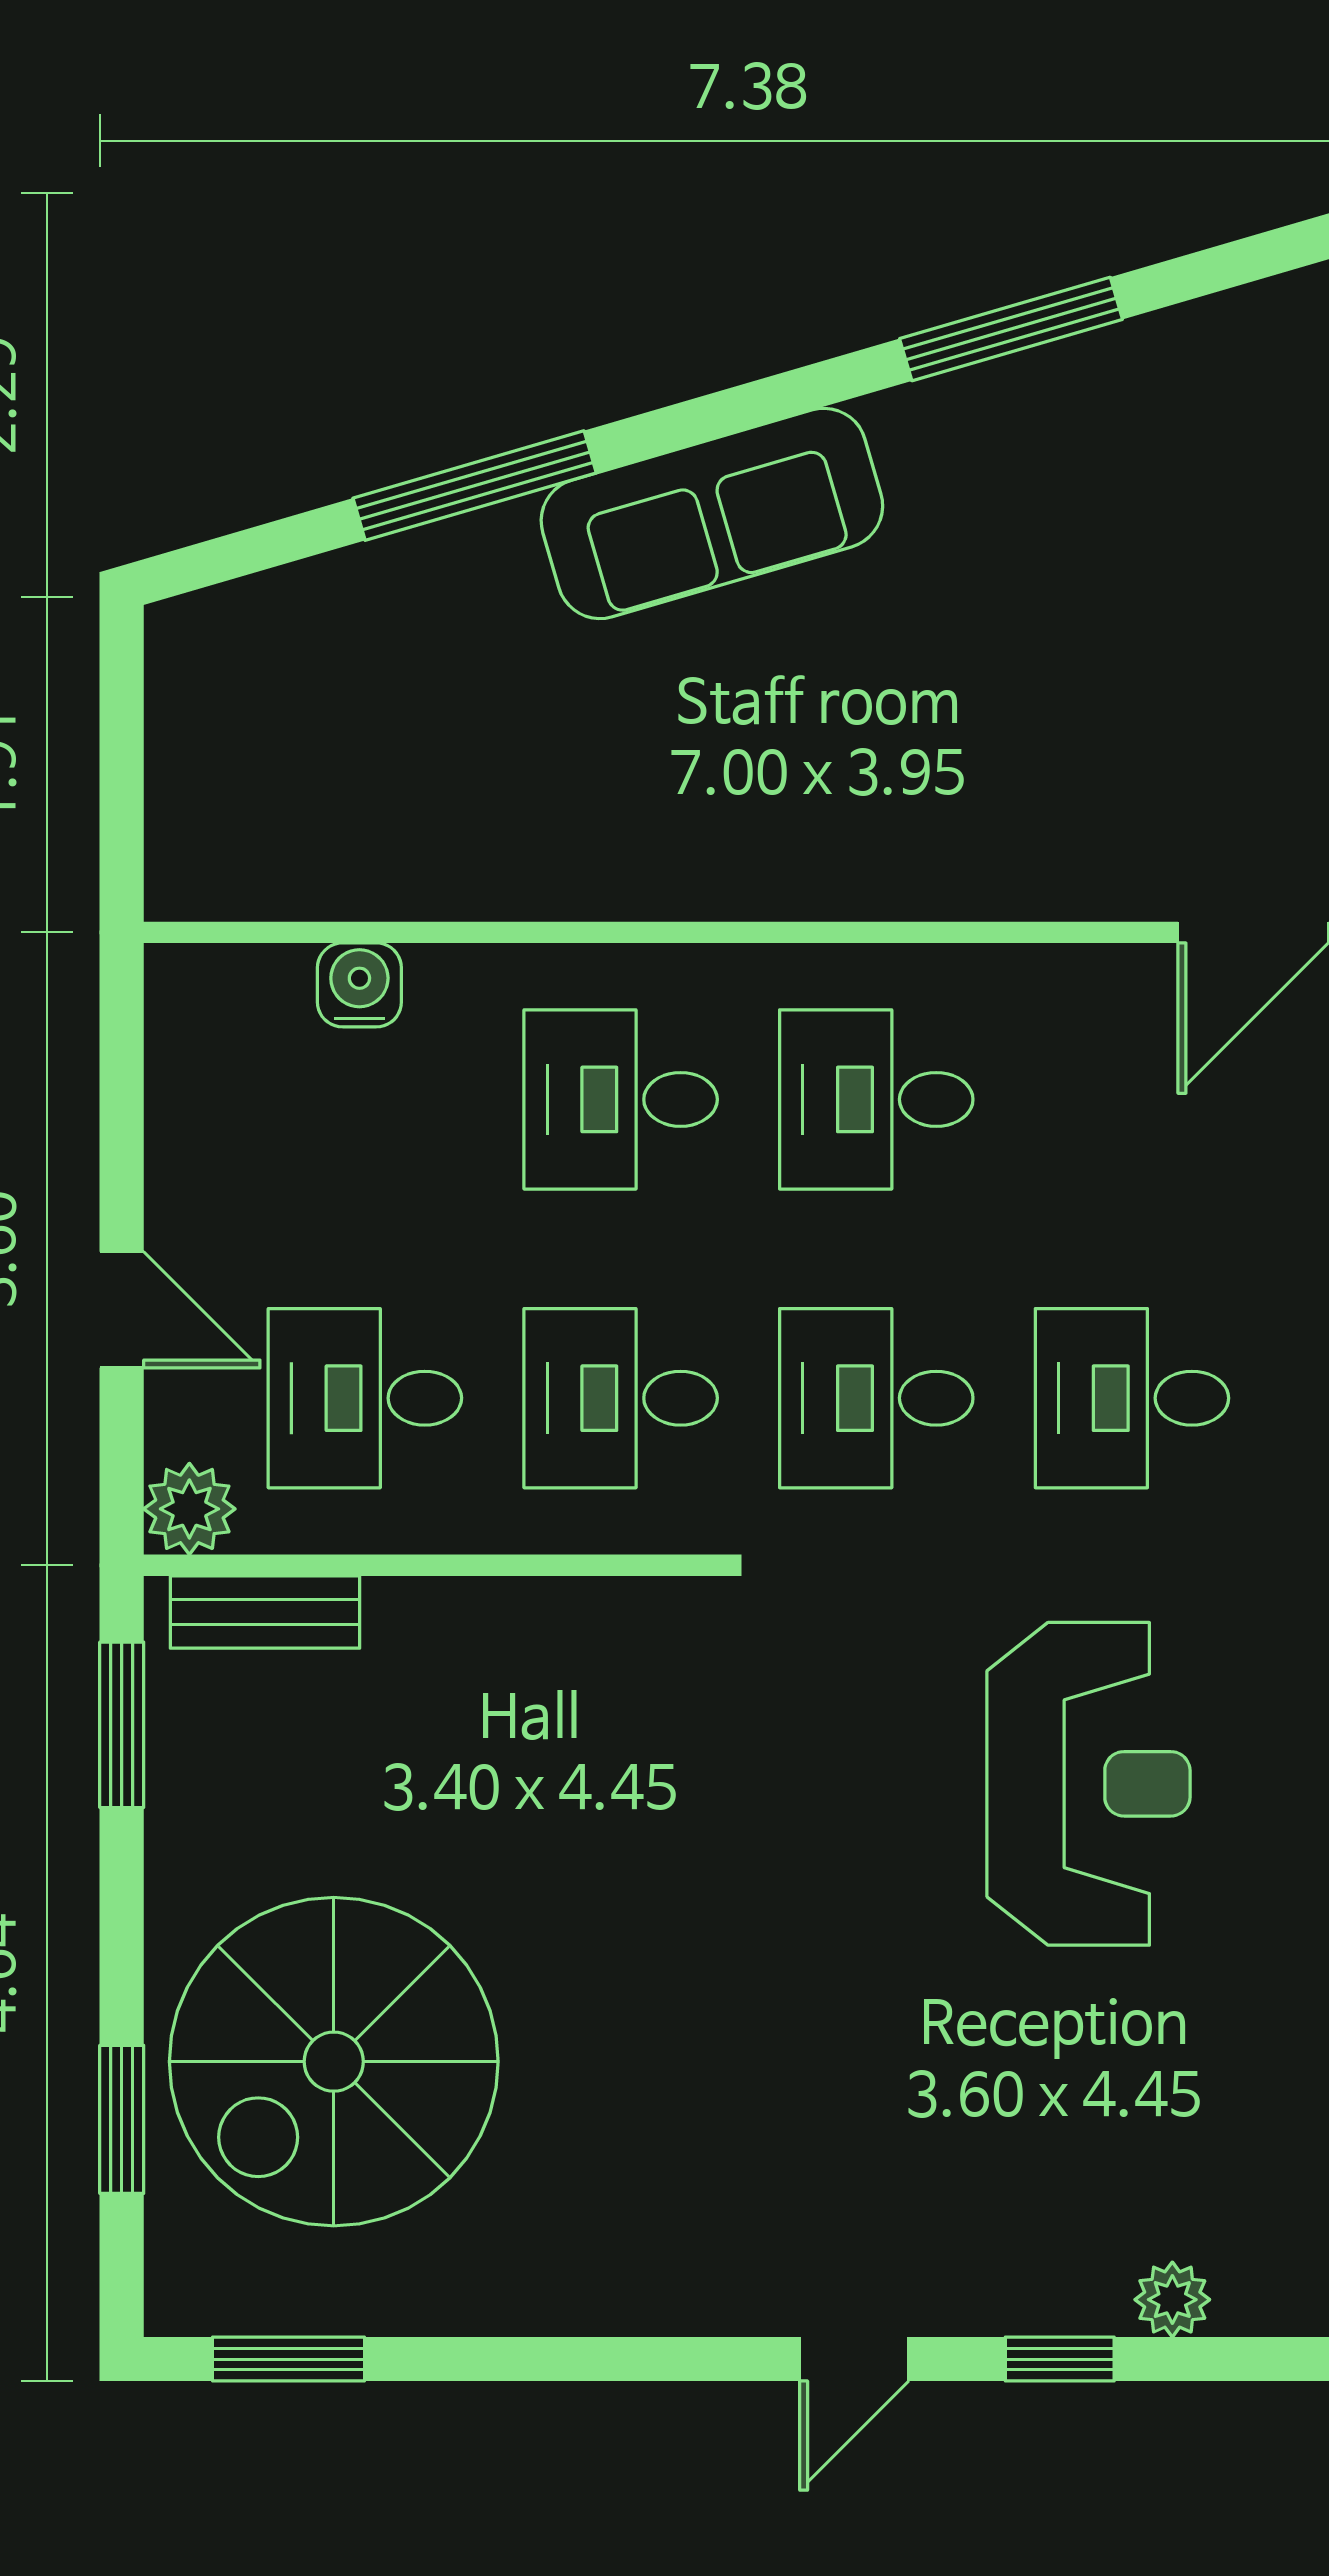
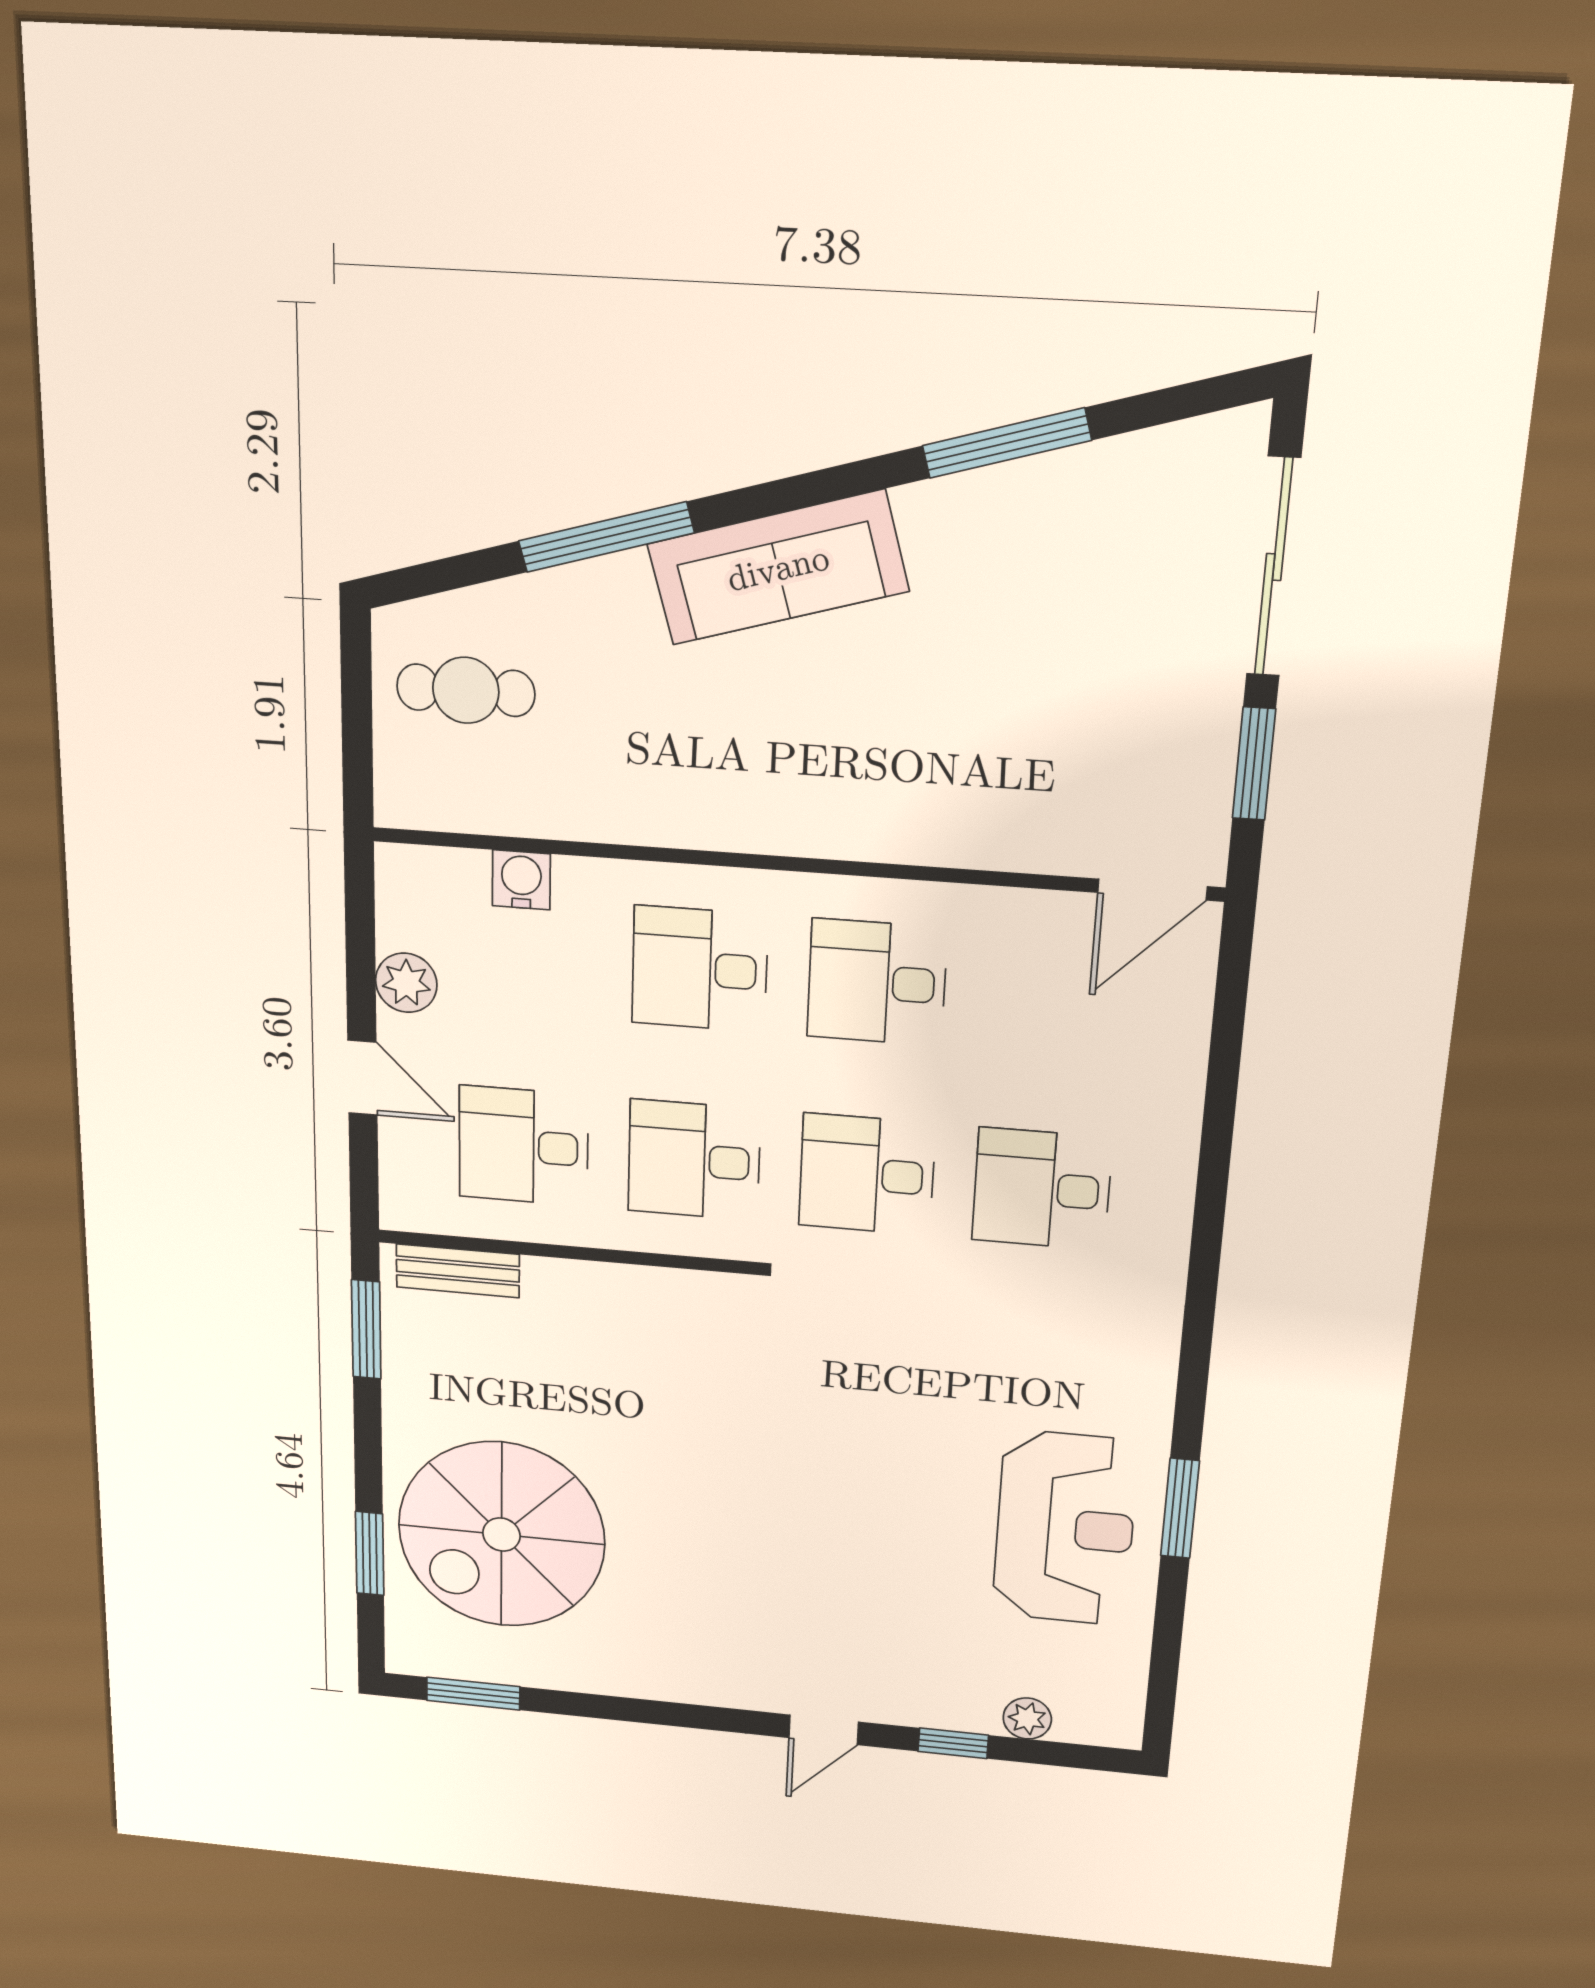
cafe table: (279, 713) -> (466, 690), added
plant: (189, 1509) -> (406, 983), moved
reception desk: (1089, 1784) -> (1065, 1528), moved

